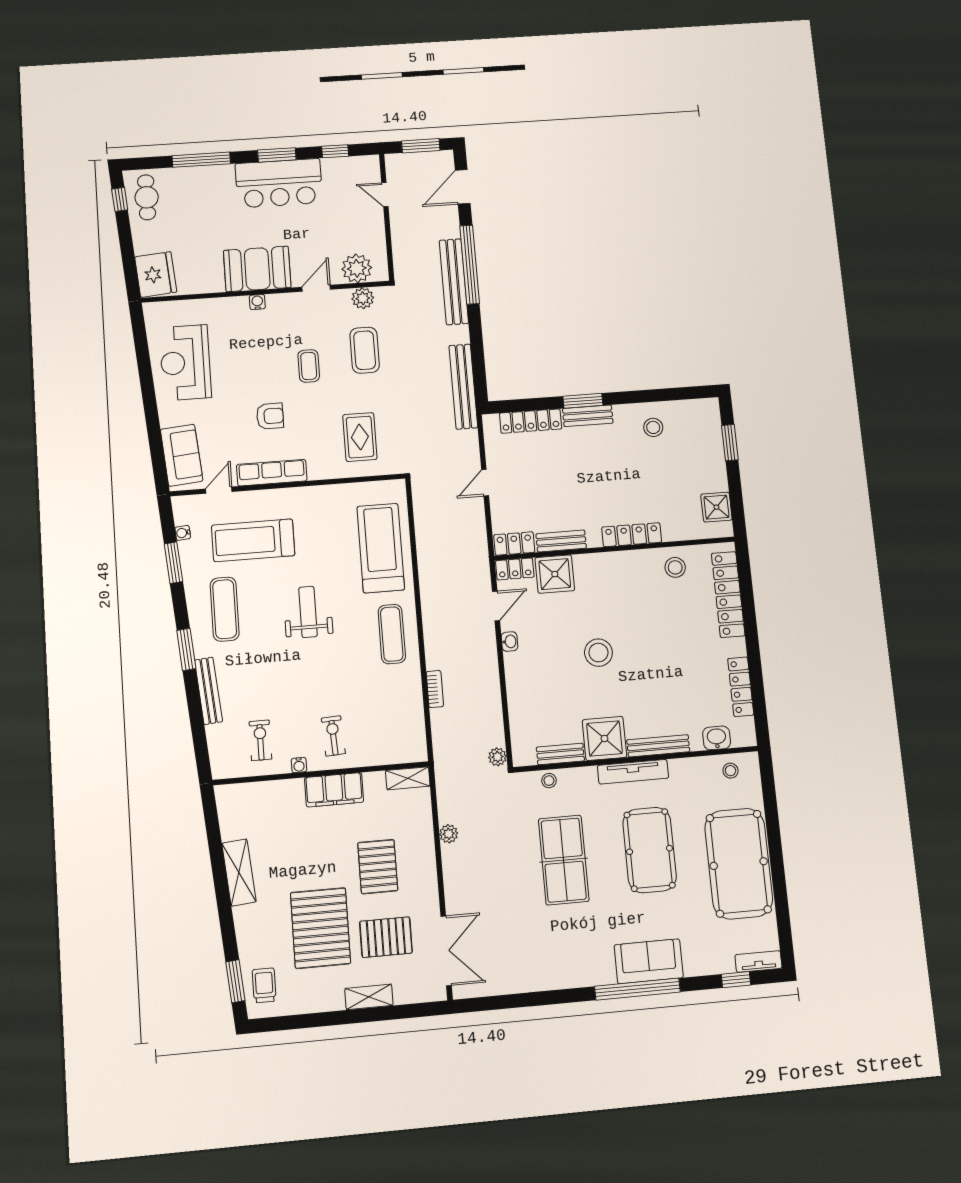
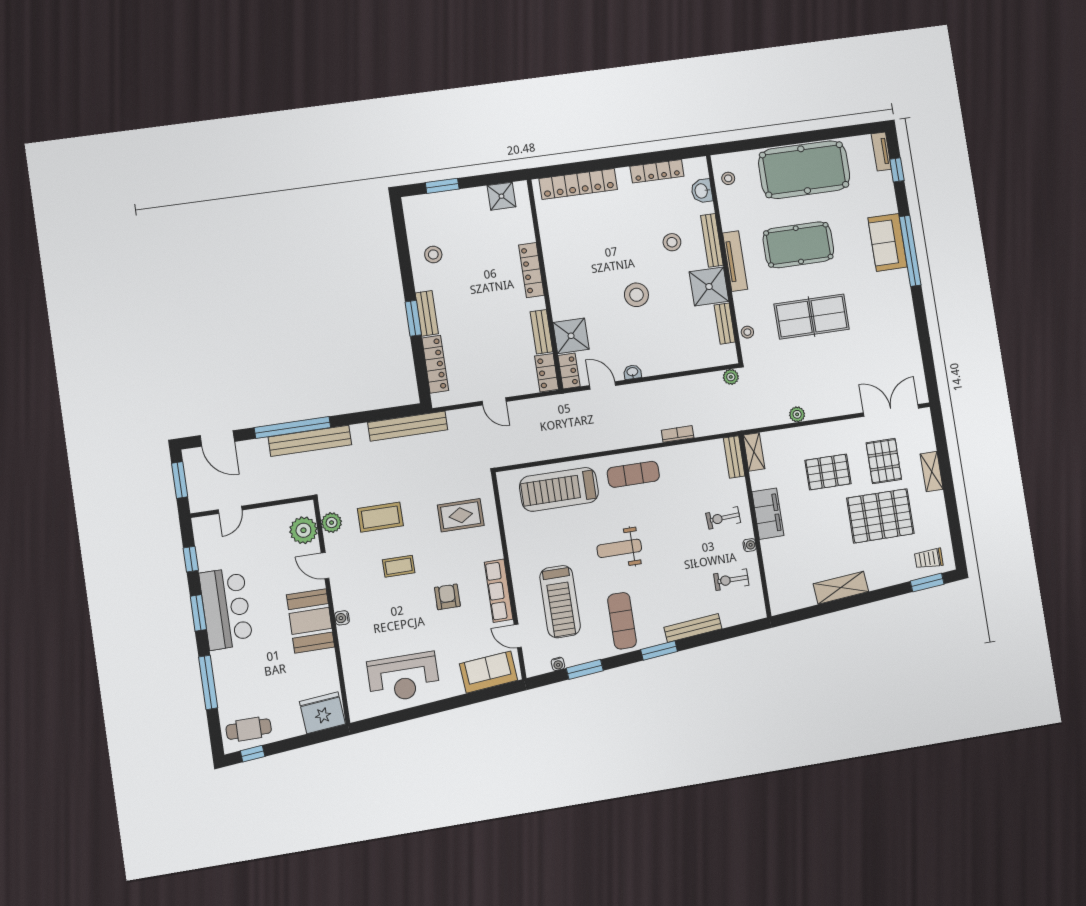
stool: (675, 567) -> (672, 242), moved
exercise mat: (225, 609) -> (622, 621), turned 90
bench: (403, 754) -> (734, 457), added

